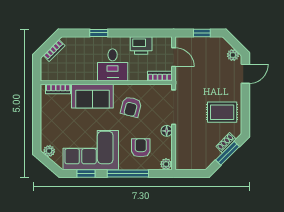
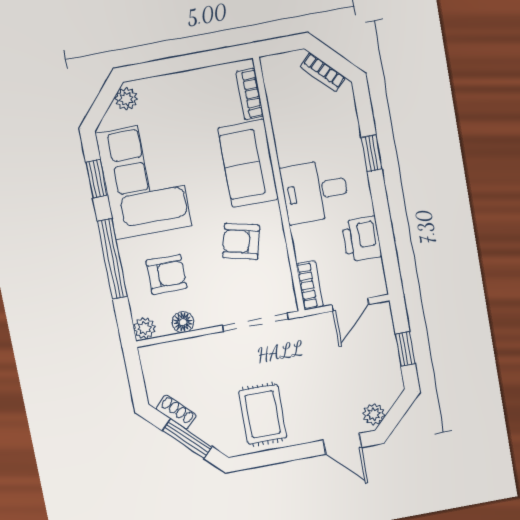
floor lamp: (167, 131) -> (183, 322), moved
shoe rack: (226, 143) -> (176, 412), moved

